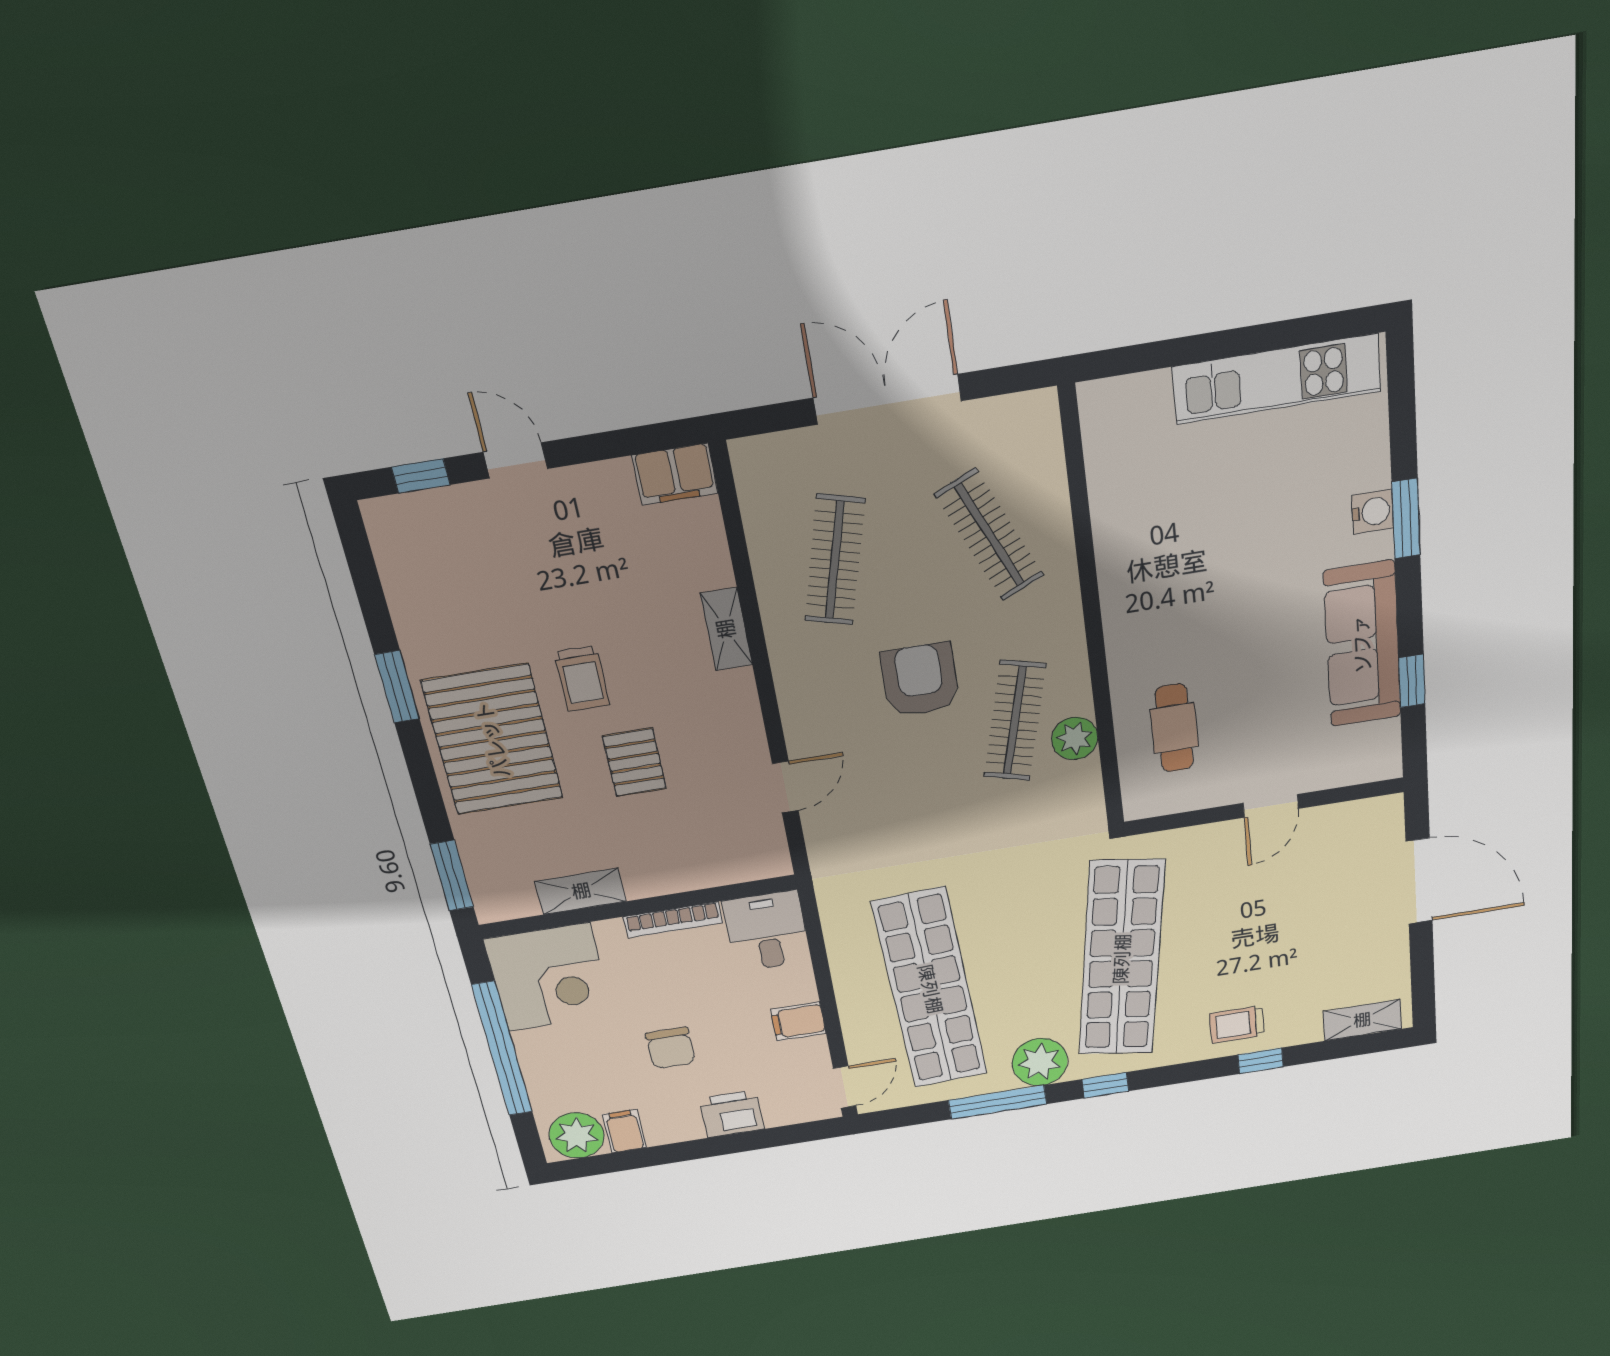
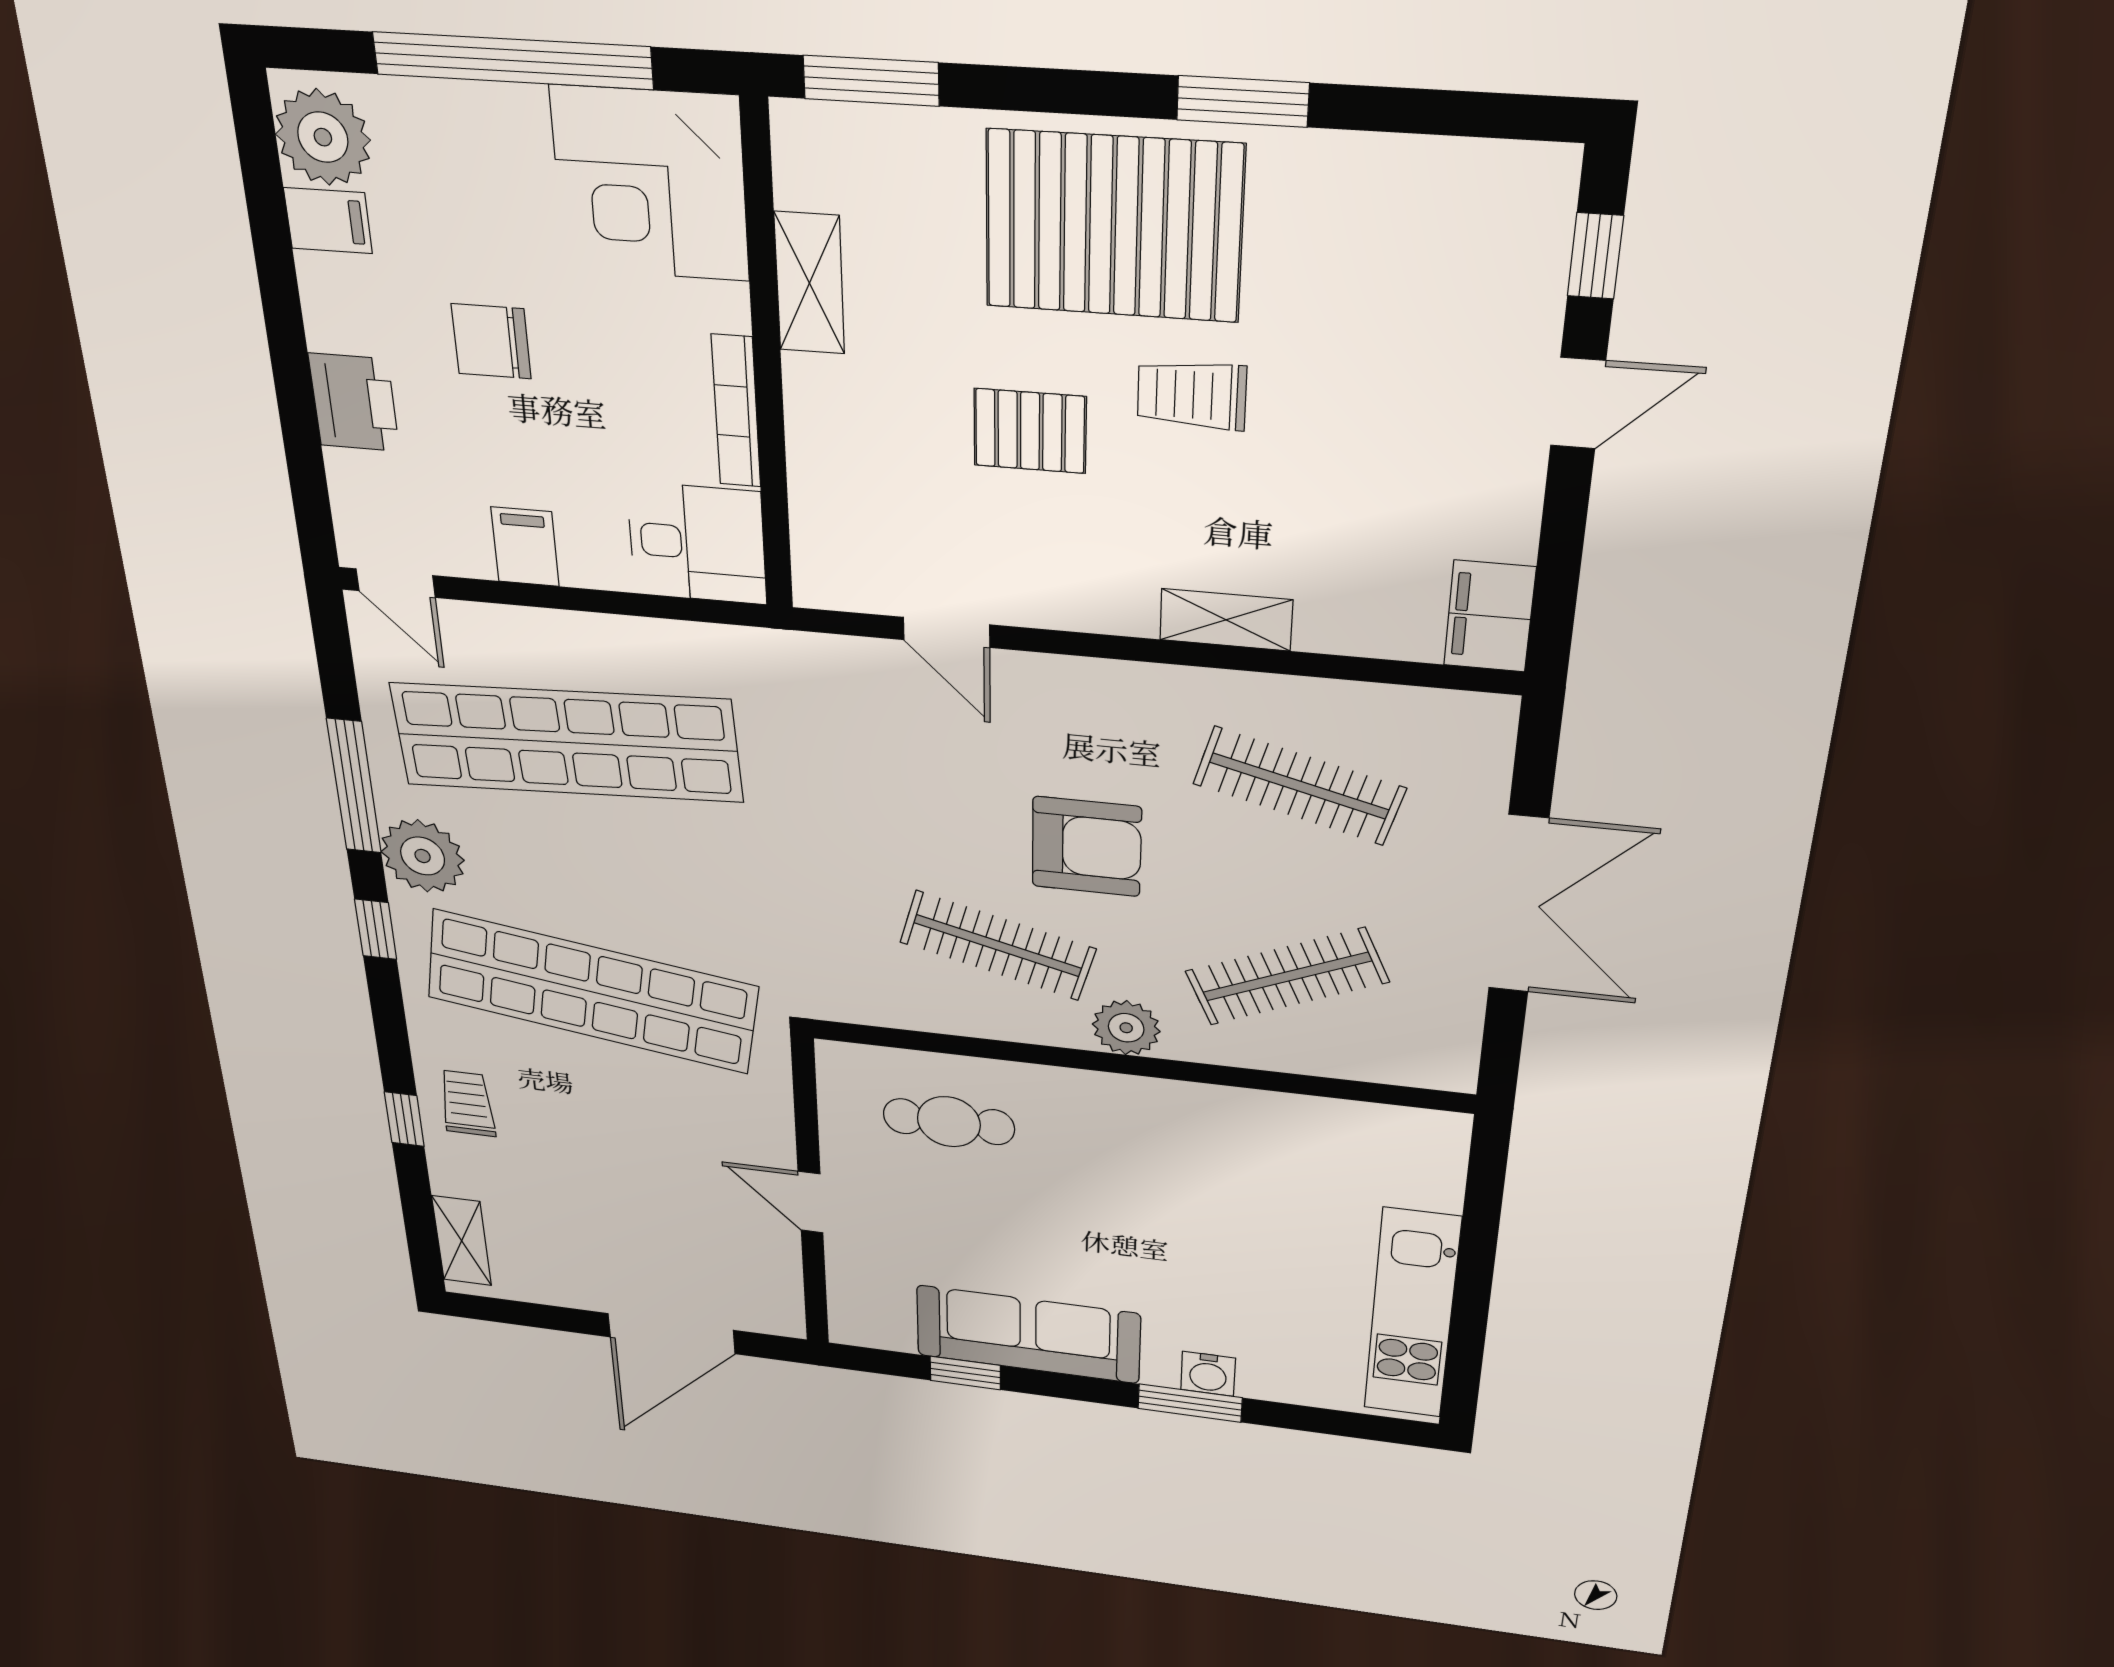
plant: (1075, 738) -> (1126, 1028), moved

